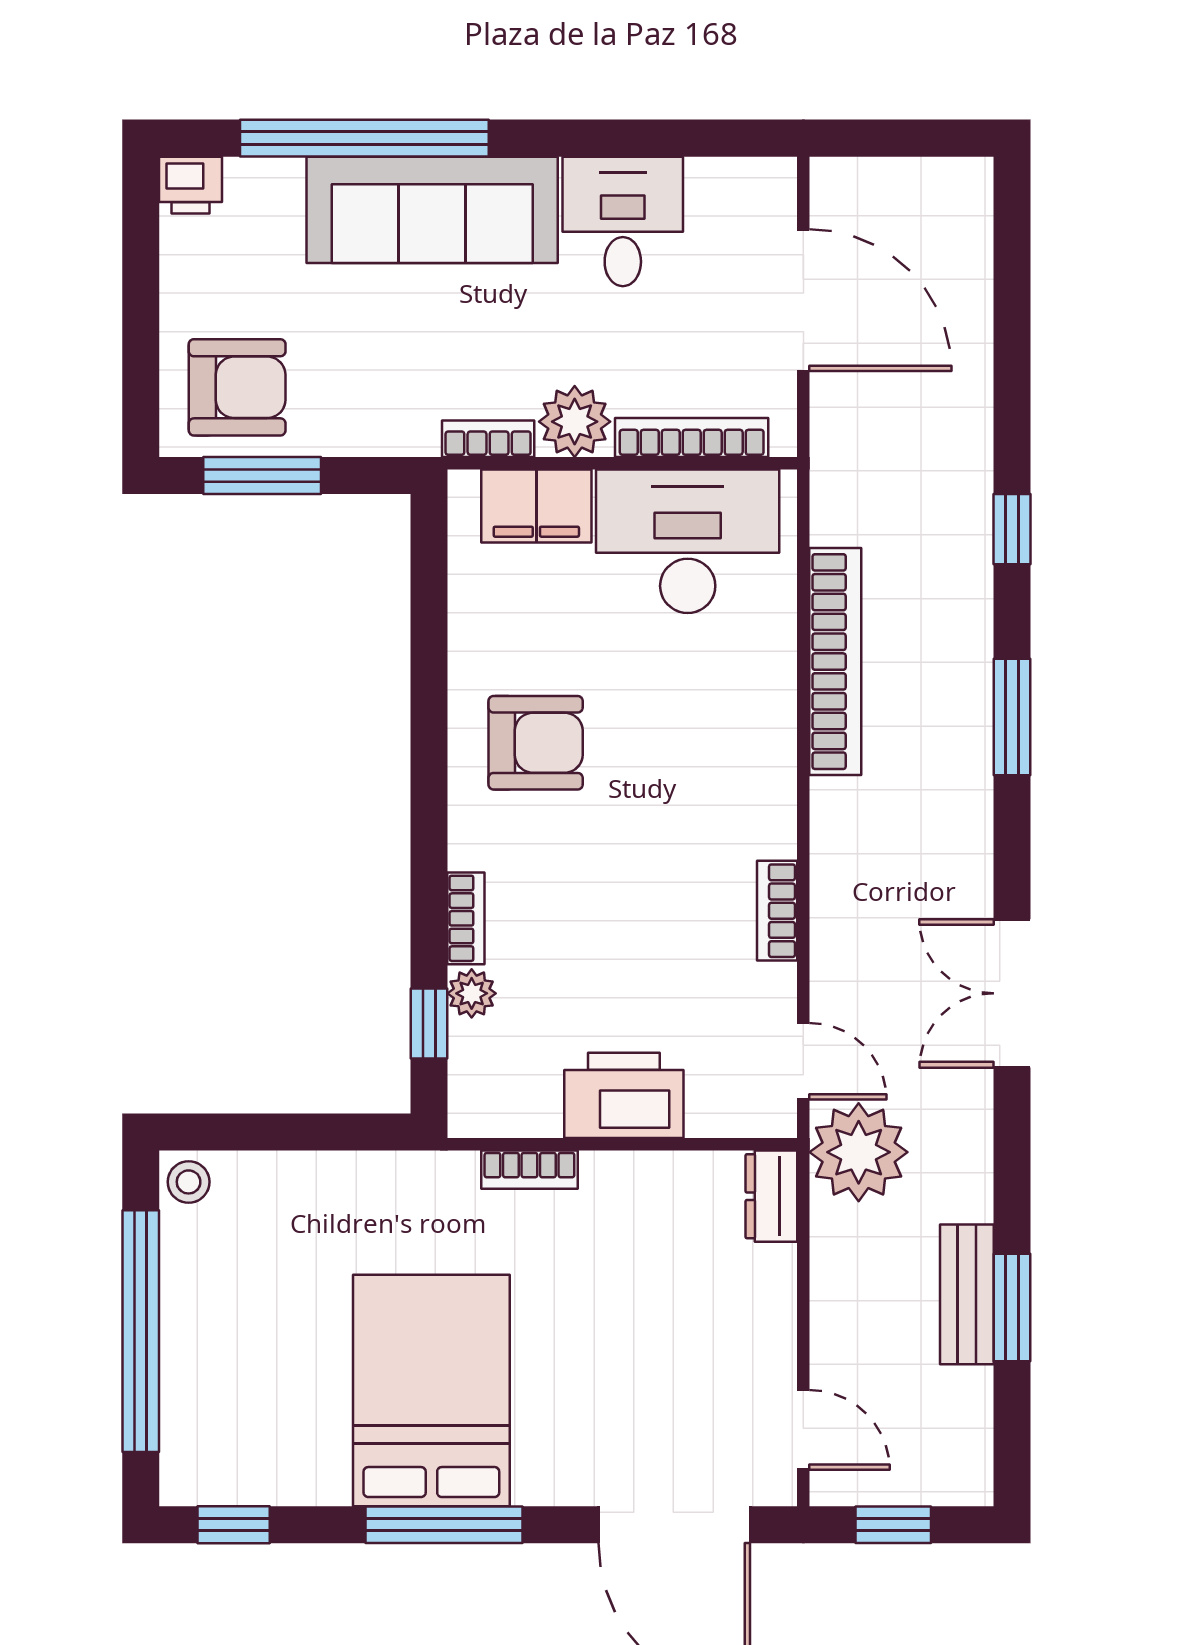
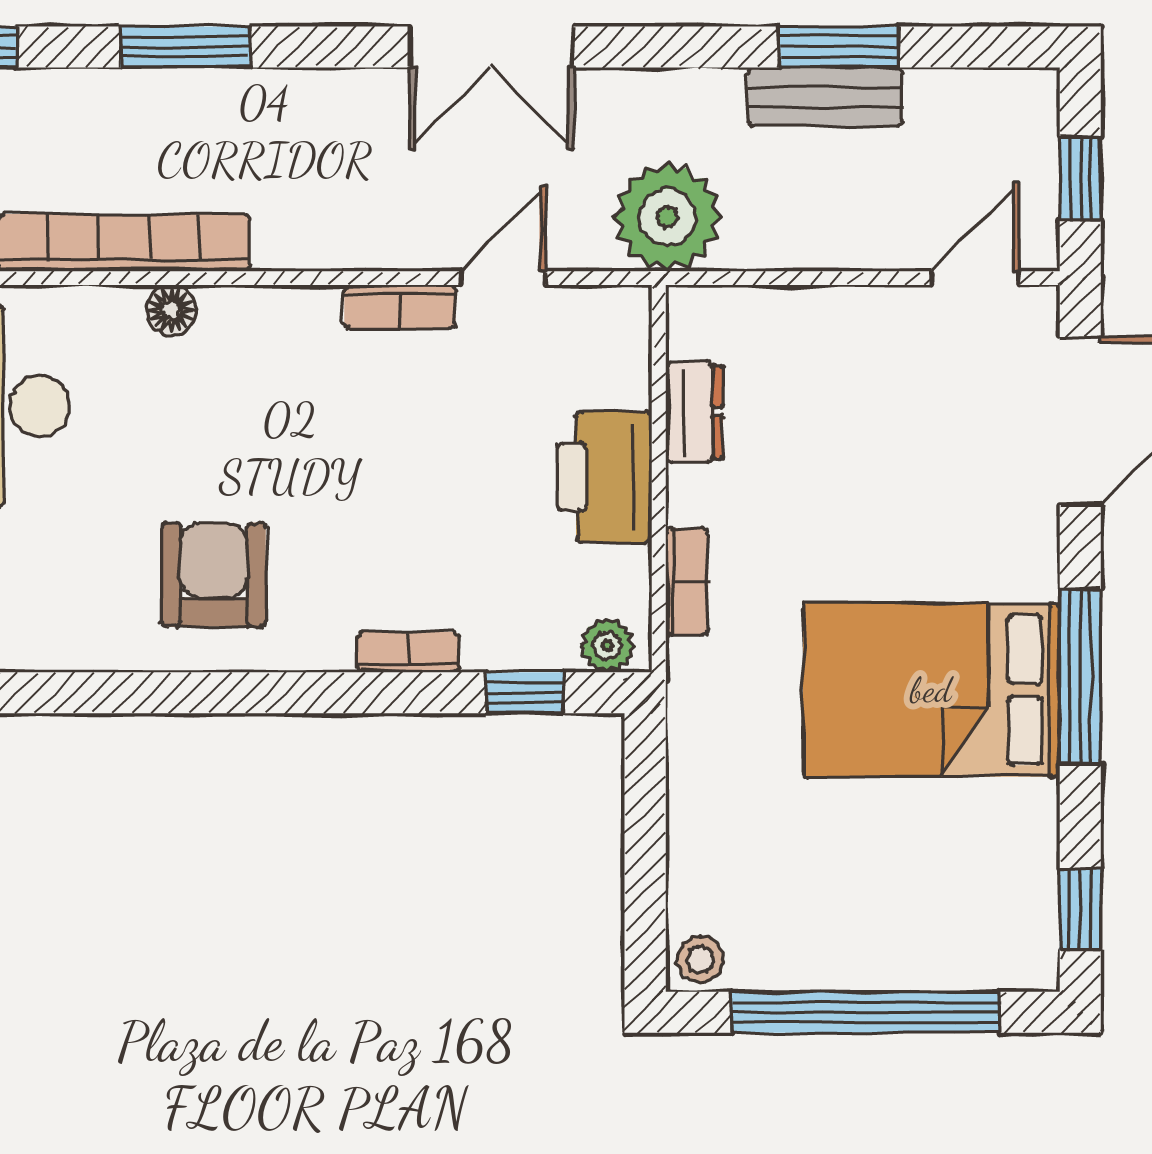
floor lamp: (775, 704) -> (171, 310), added
plant: (472, 993) -> (607, 646), moved
door: (803, 1061) -> (503, 278), moved
dresser: (771, 1196) -> (694, 412), moved, turned -90

